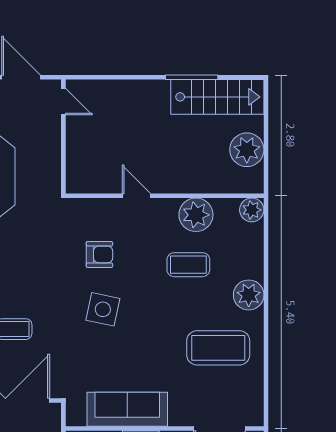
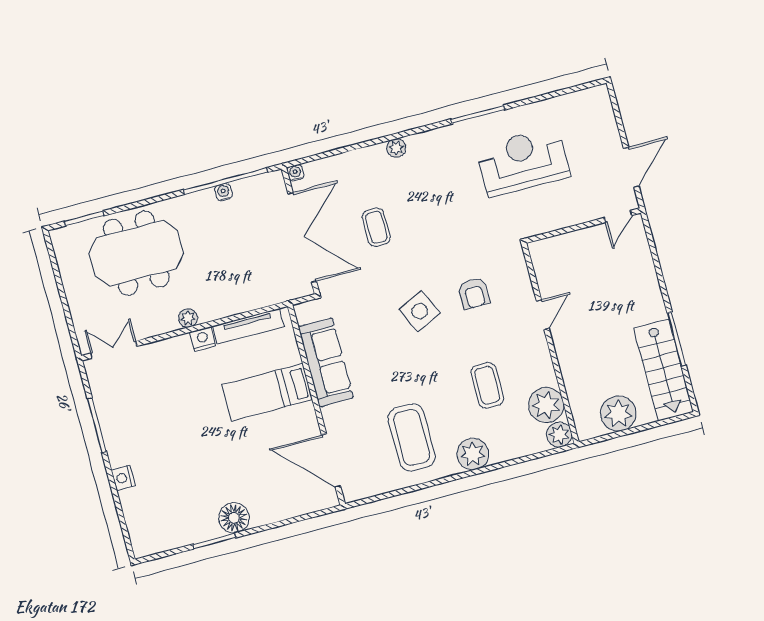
plant: (196, 215) -> (546, 405), moved
side table: (103, 309) -> (420, 311), turned -37

